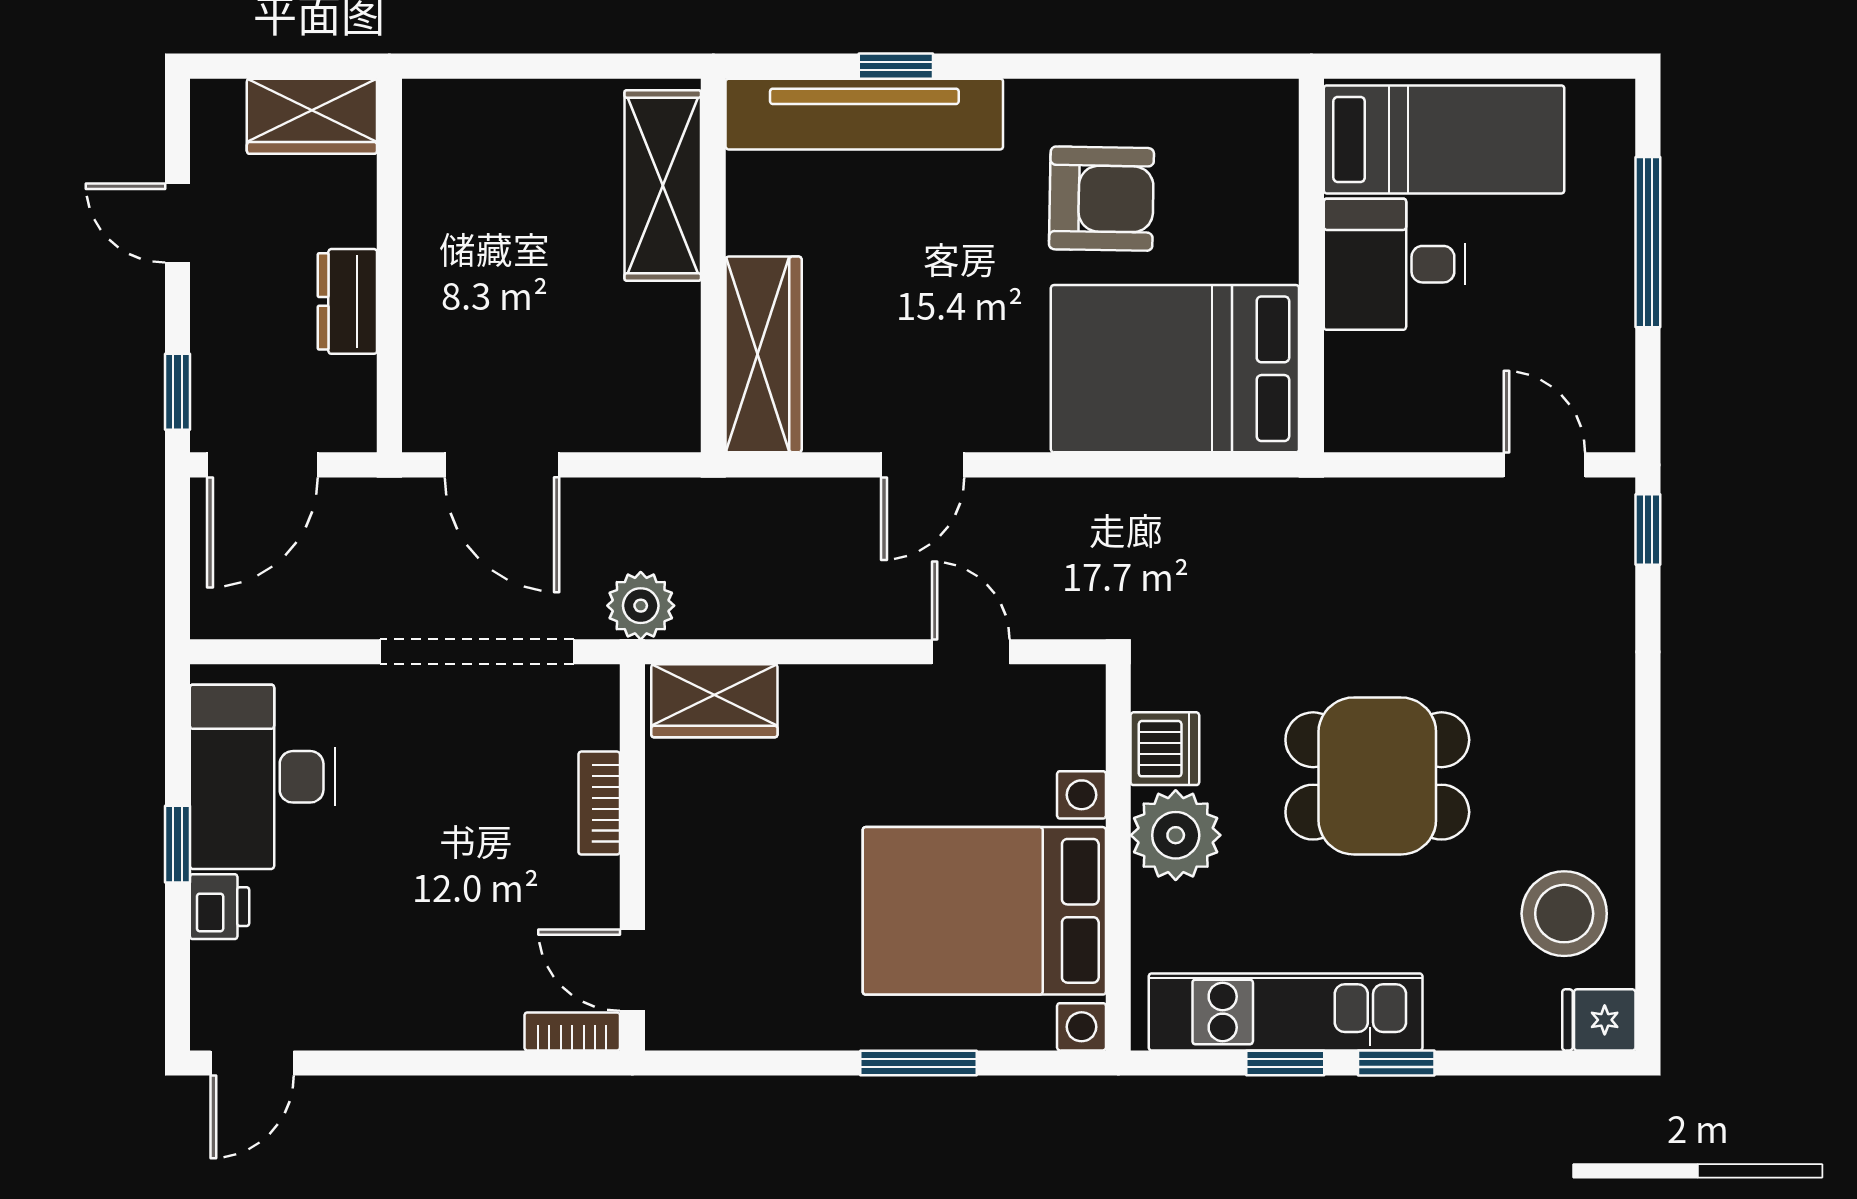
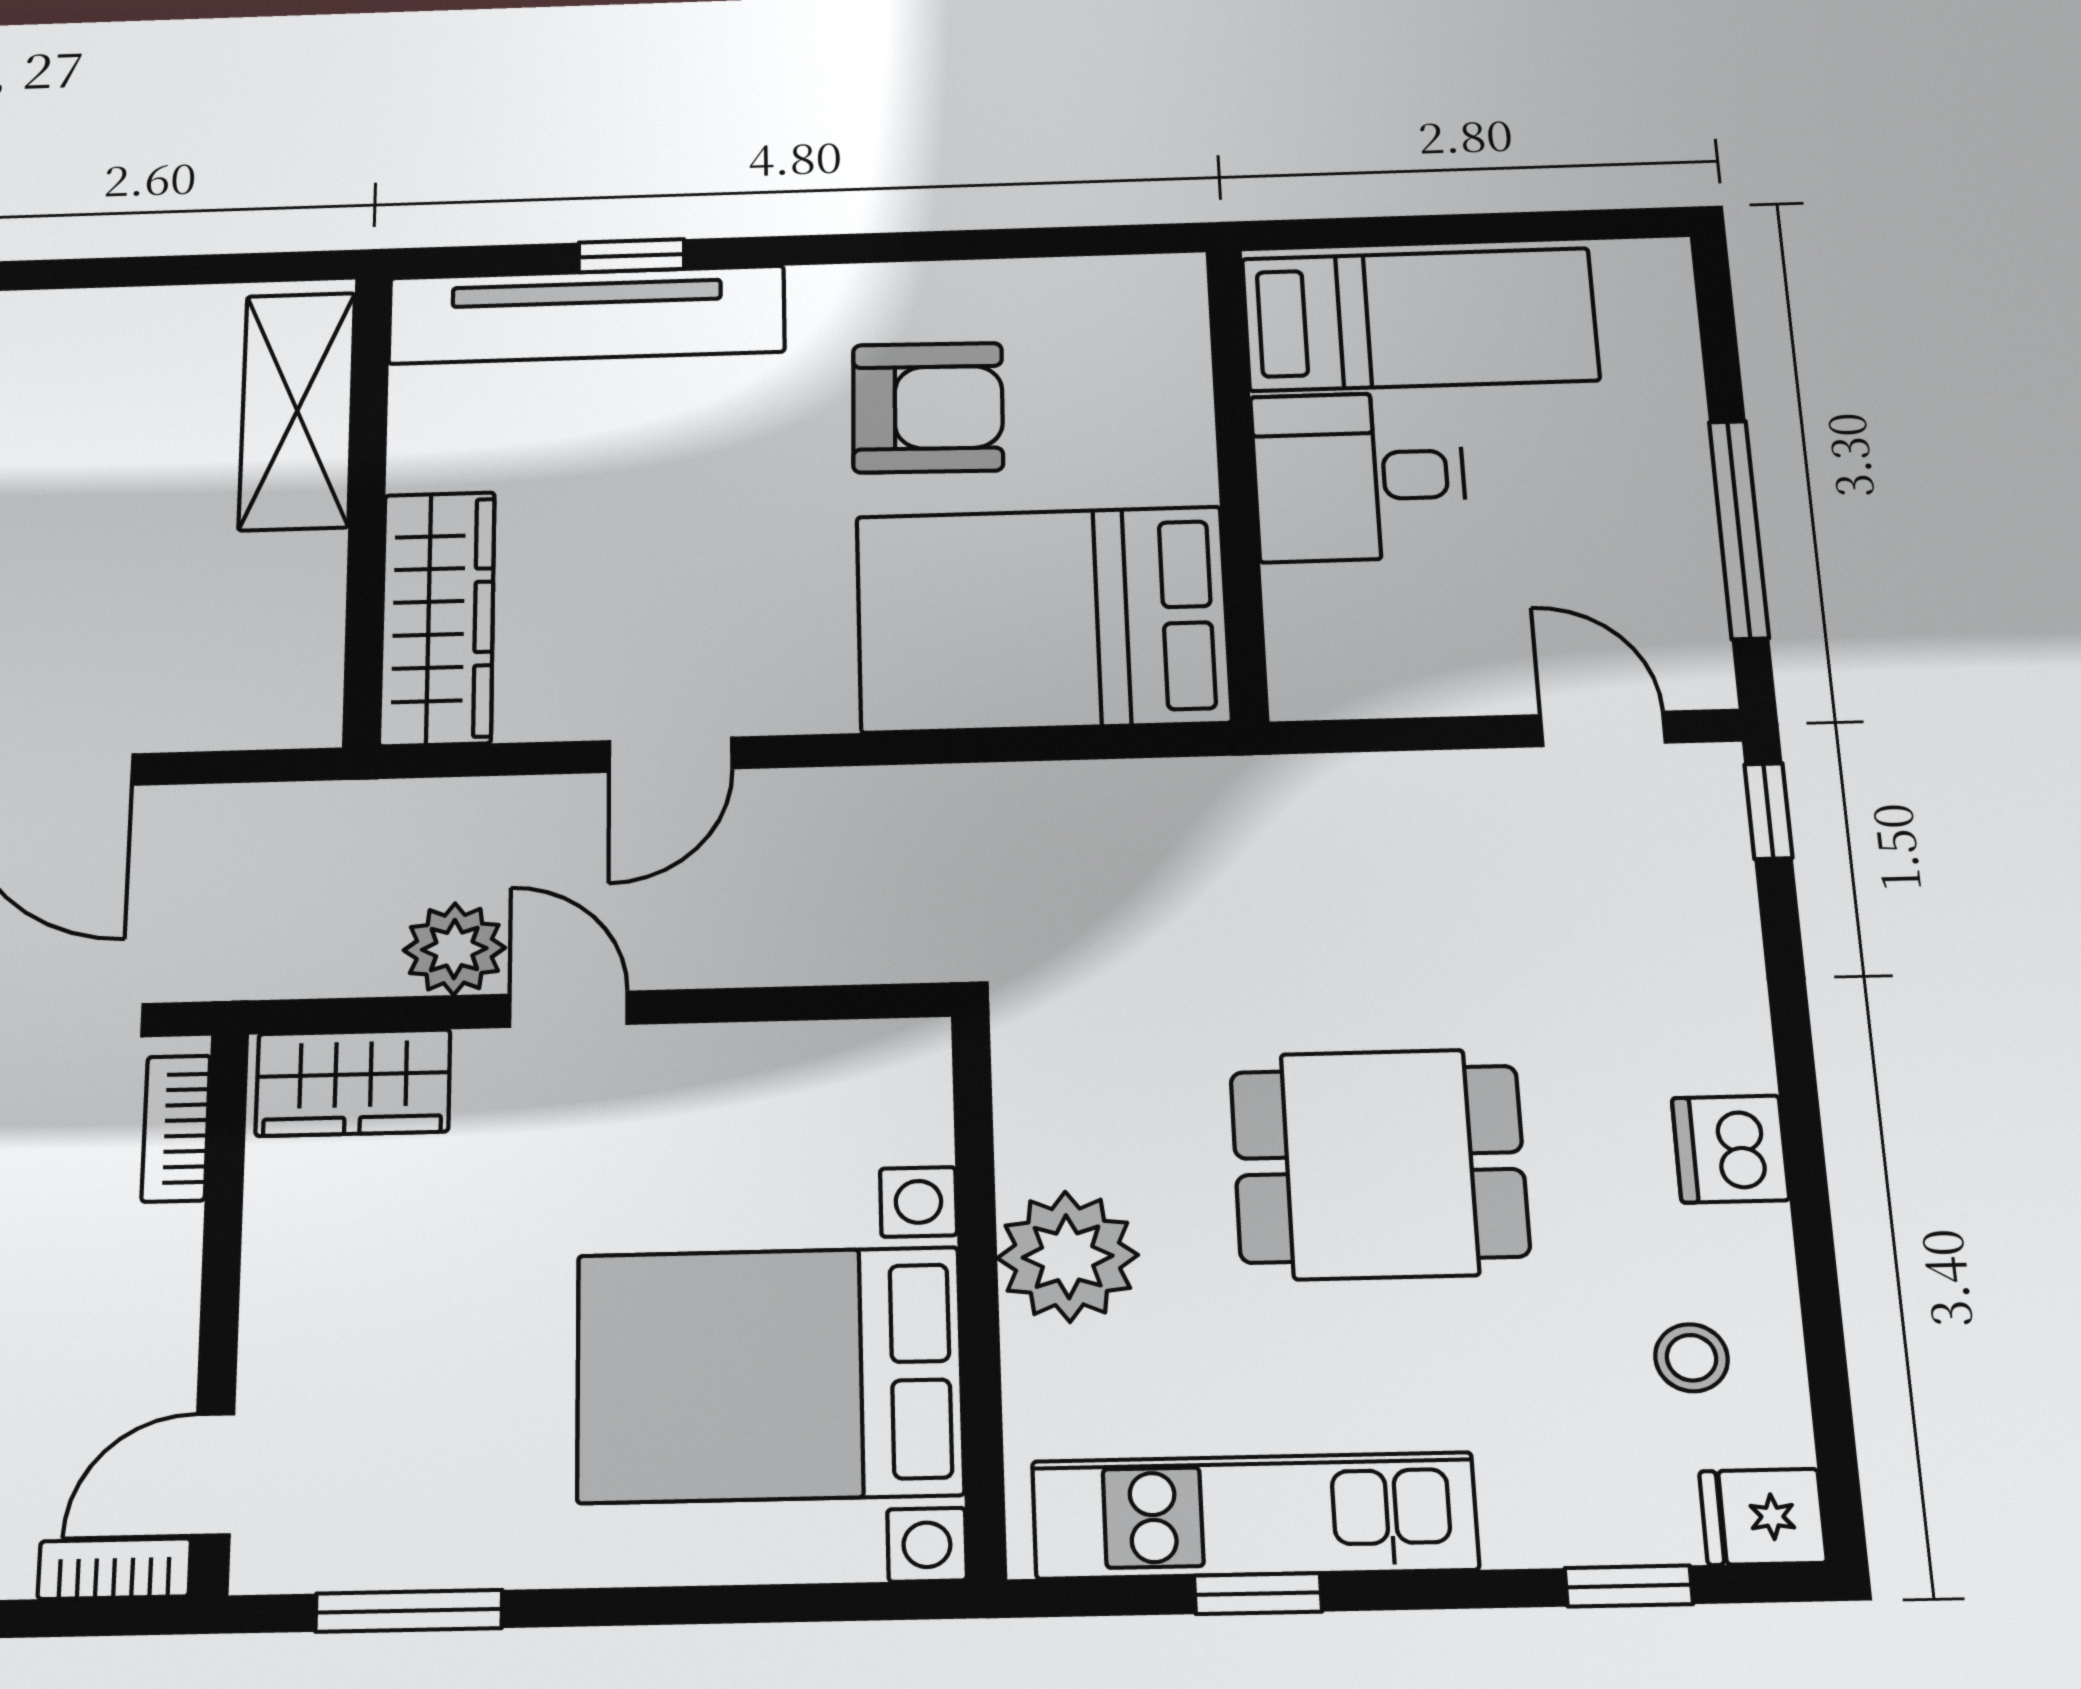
window: (1648, 242) -> (1739, 529), moved
plant: (641, 606) -> (454, 949), moved
door: (971, 652) -> (568, 1009), moved
dishwasher: (1165, 749) -> (1730, 1149), moved, turned 180
bookcase: (599, 803) -> (176, 1128), moved
stool: (1564, 914) -> (1692, 1358), width x0.53, depth x0.53
door: (632, 970) -> (213, 1474), hinge flipped
window: (918, 1063) -> (409, 1611), moved
window: (1396, 1063) -> (1629, 1586), moved

